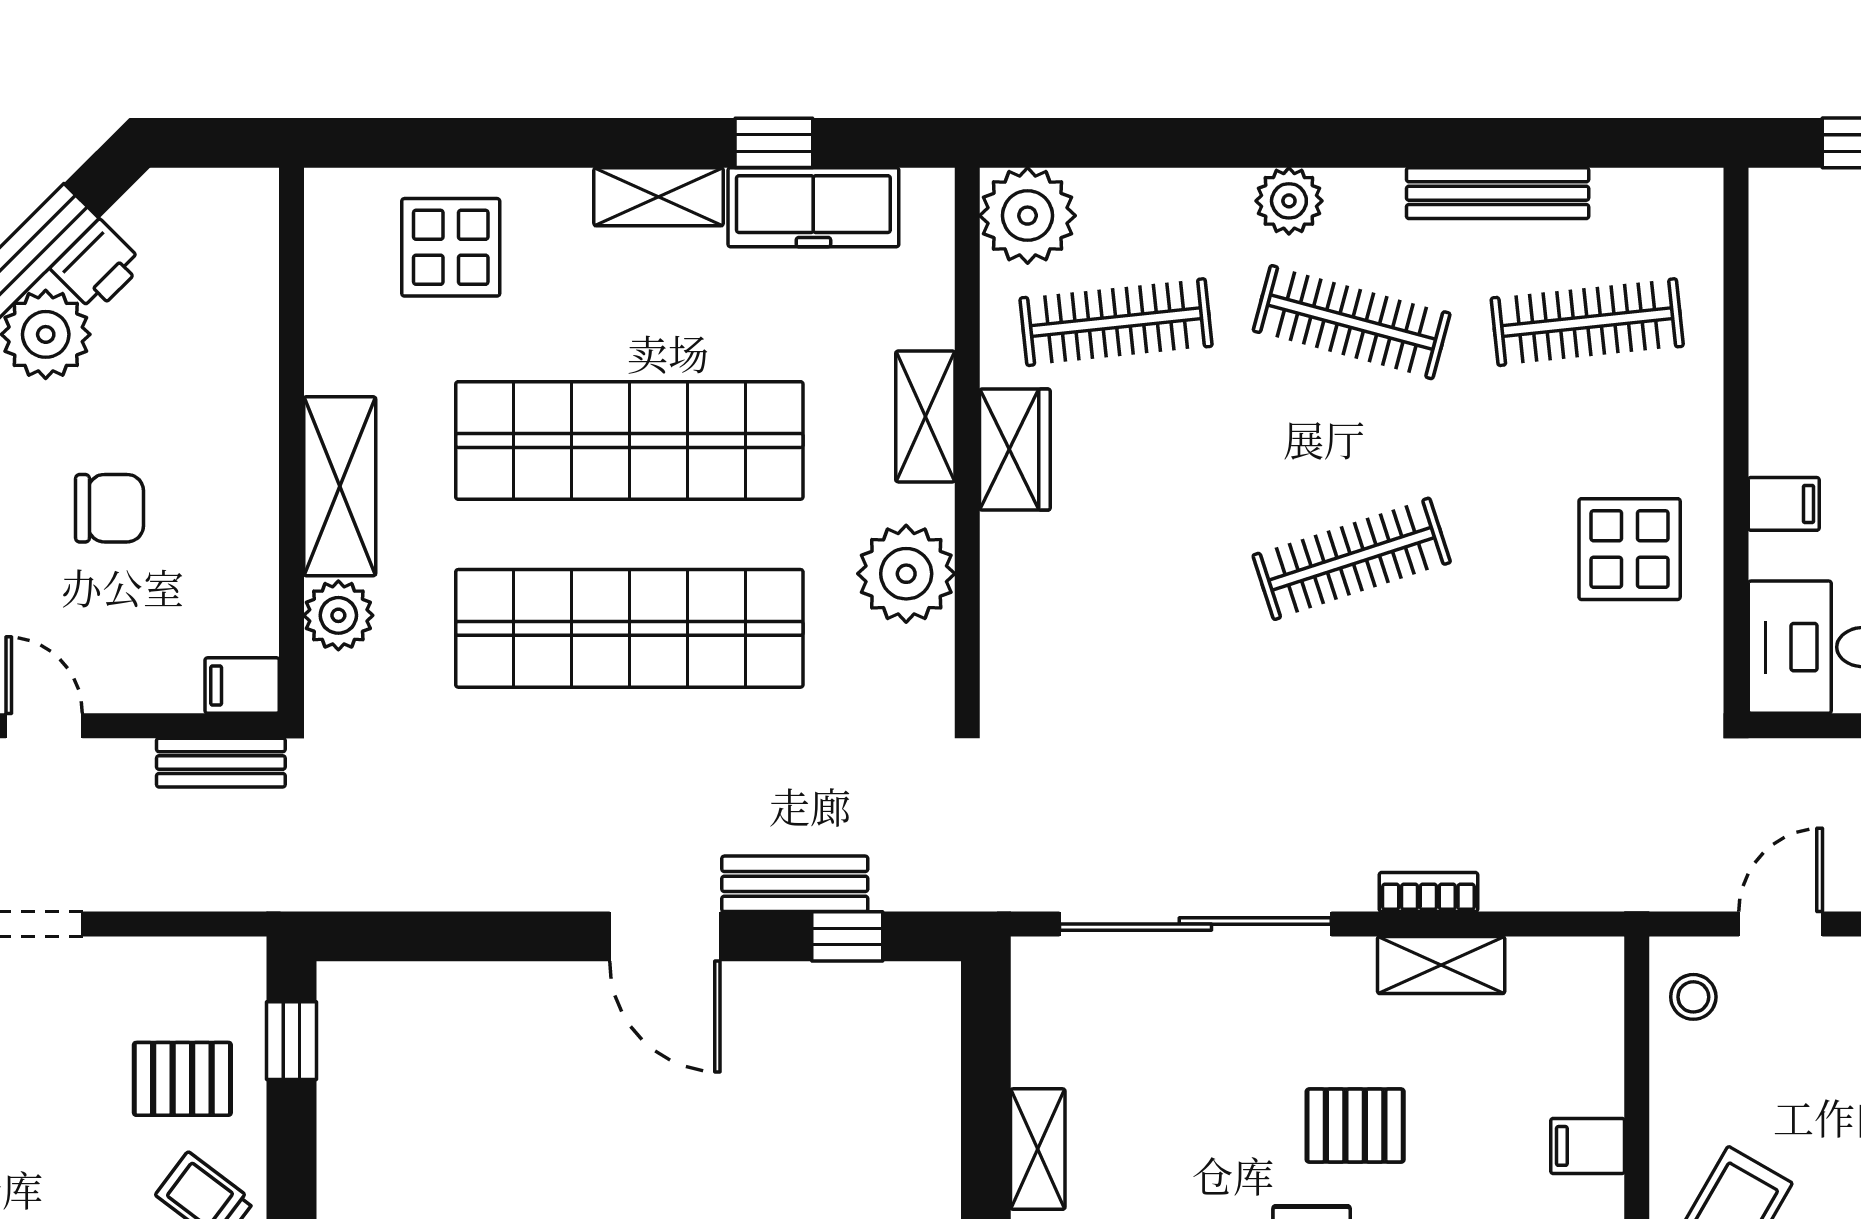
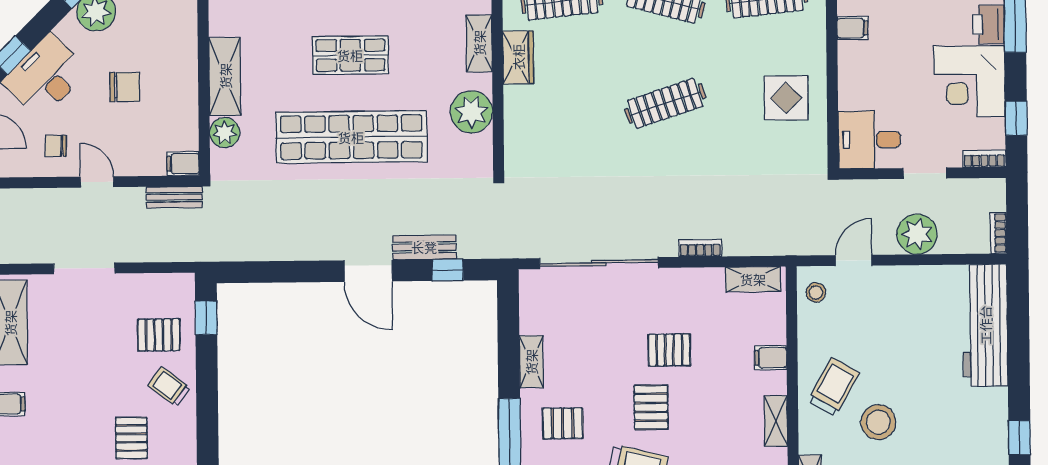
shop shelf: (629, 440) -> (350, 55), width x0.50, depth x0.74
filing cabinet: (1784, 504) -> (852, 28), moved
shelving: (1441, 965) -> (753, 279), moved

